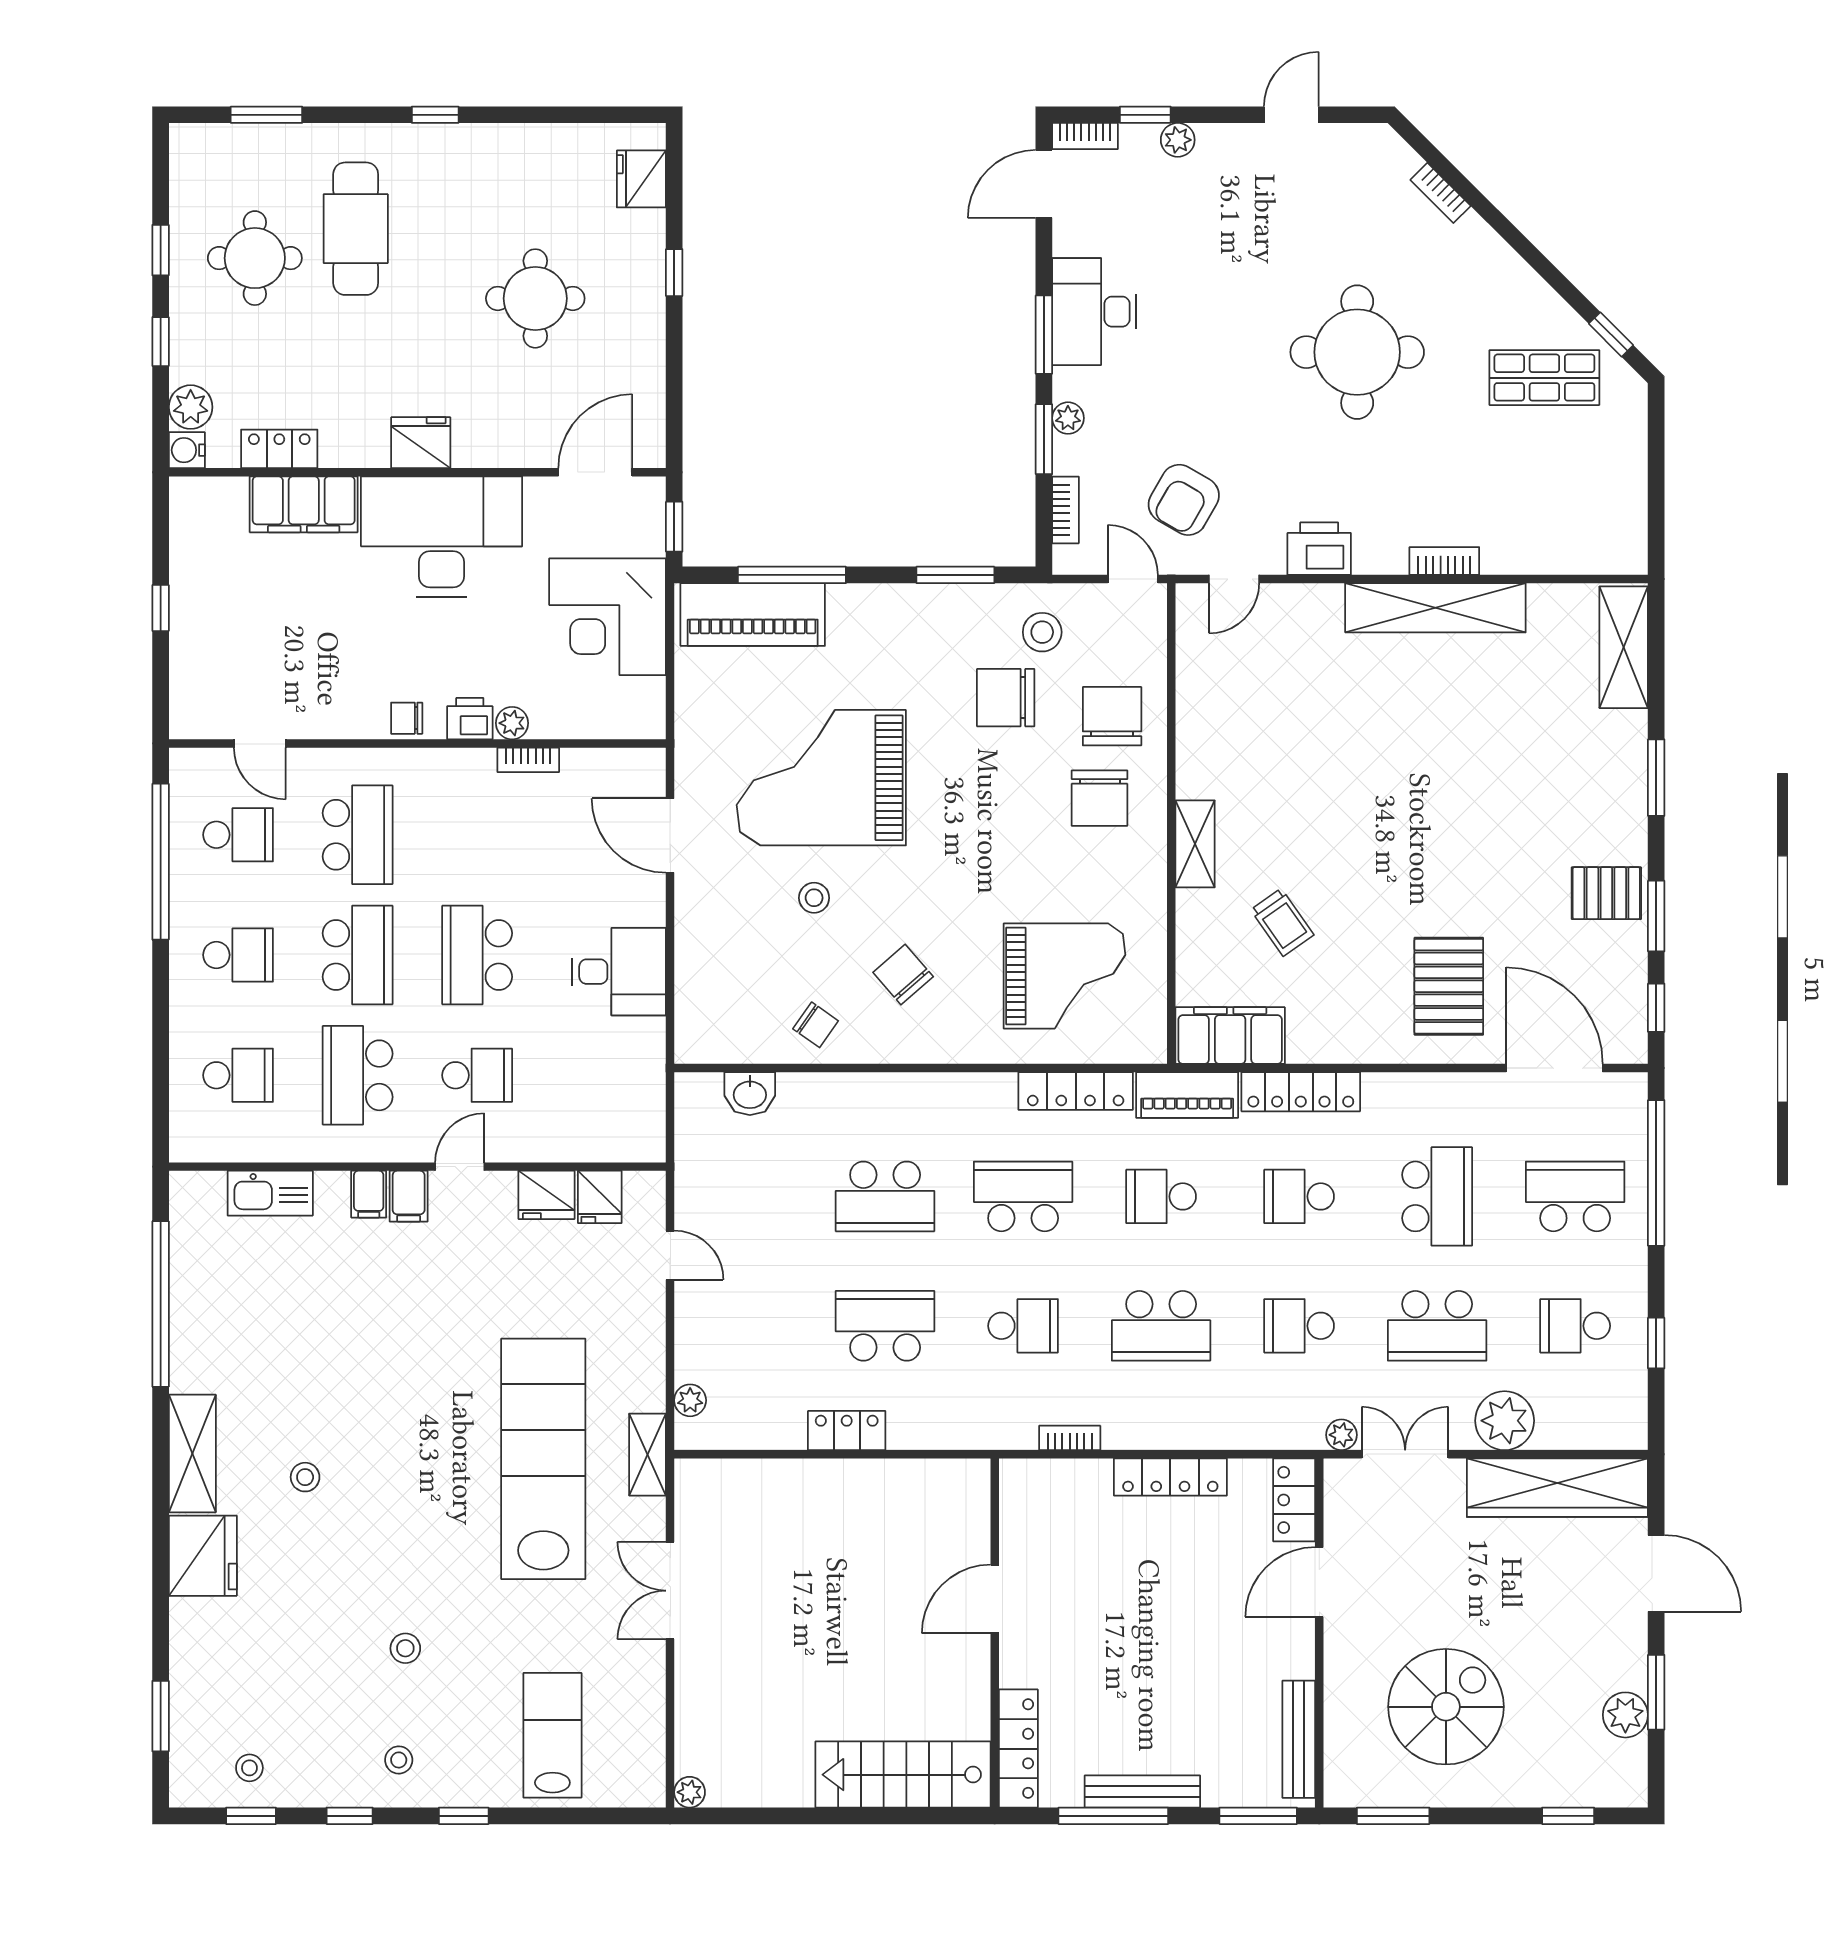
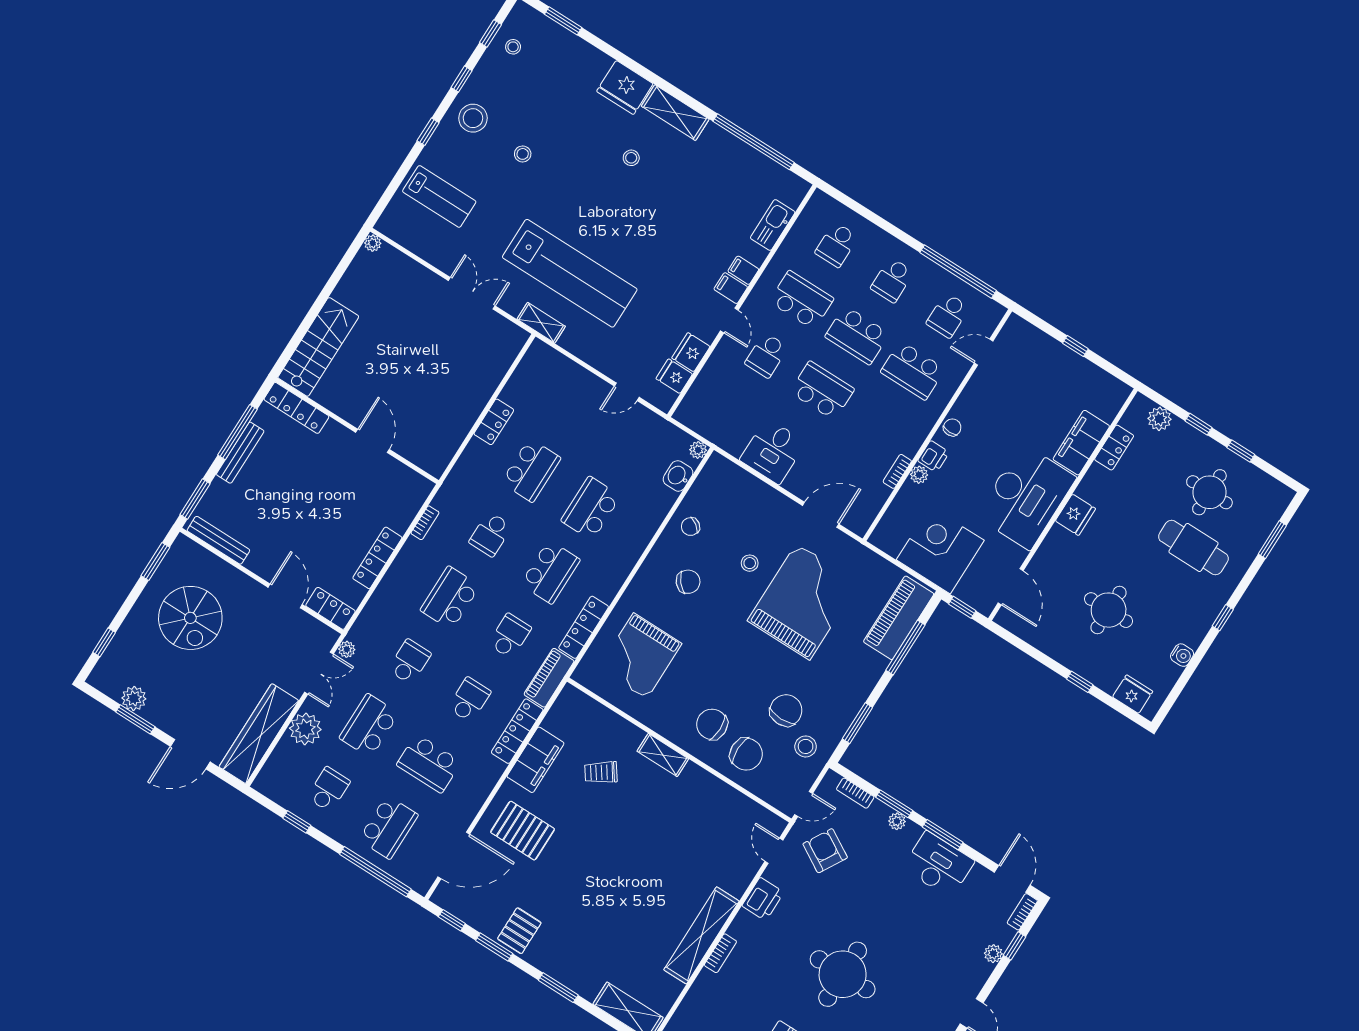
water cooler: (187, 450) -> (1182, 655), moved, turned 90
filing cabinet: (1230, 1036) -> (535, 760), moved
plant: (690, 1400) -> (698, 450), moved
stool: (399, 1760) -> (473, 118), width x1.89, depth x1.89

